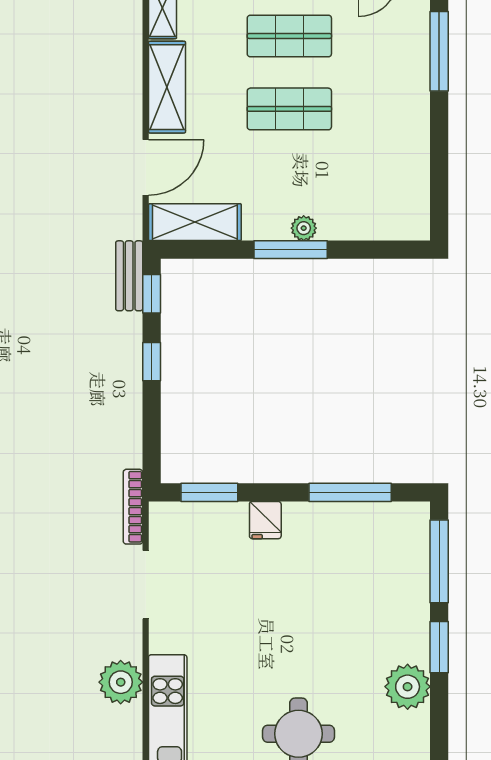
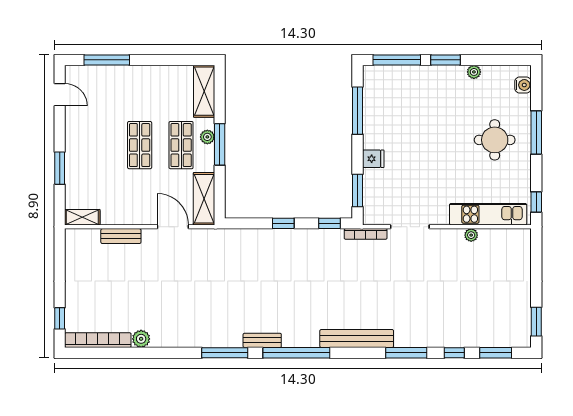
shop shelf: (289, 36) -> (181, 145), moved
shelving: (167, 87) -> (204, 91), moved, turned 90
bench: (129, 276) -> (121, 236), moved
window: (152, 294) -> (329, 223), moved
plant: (121, 682) -> (471, 235), width x0.53, depth x0.53
plant: (408, 687) -> (474, 72), width x0.53, depth x0.53

